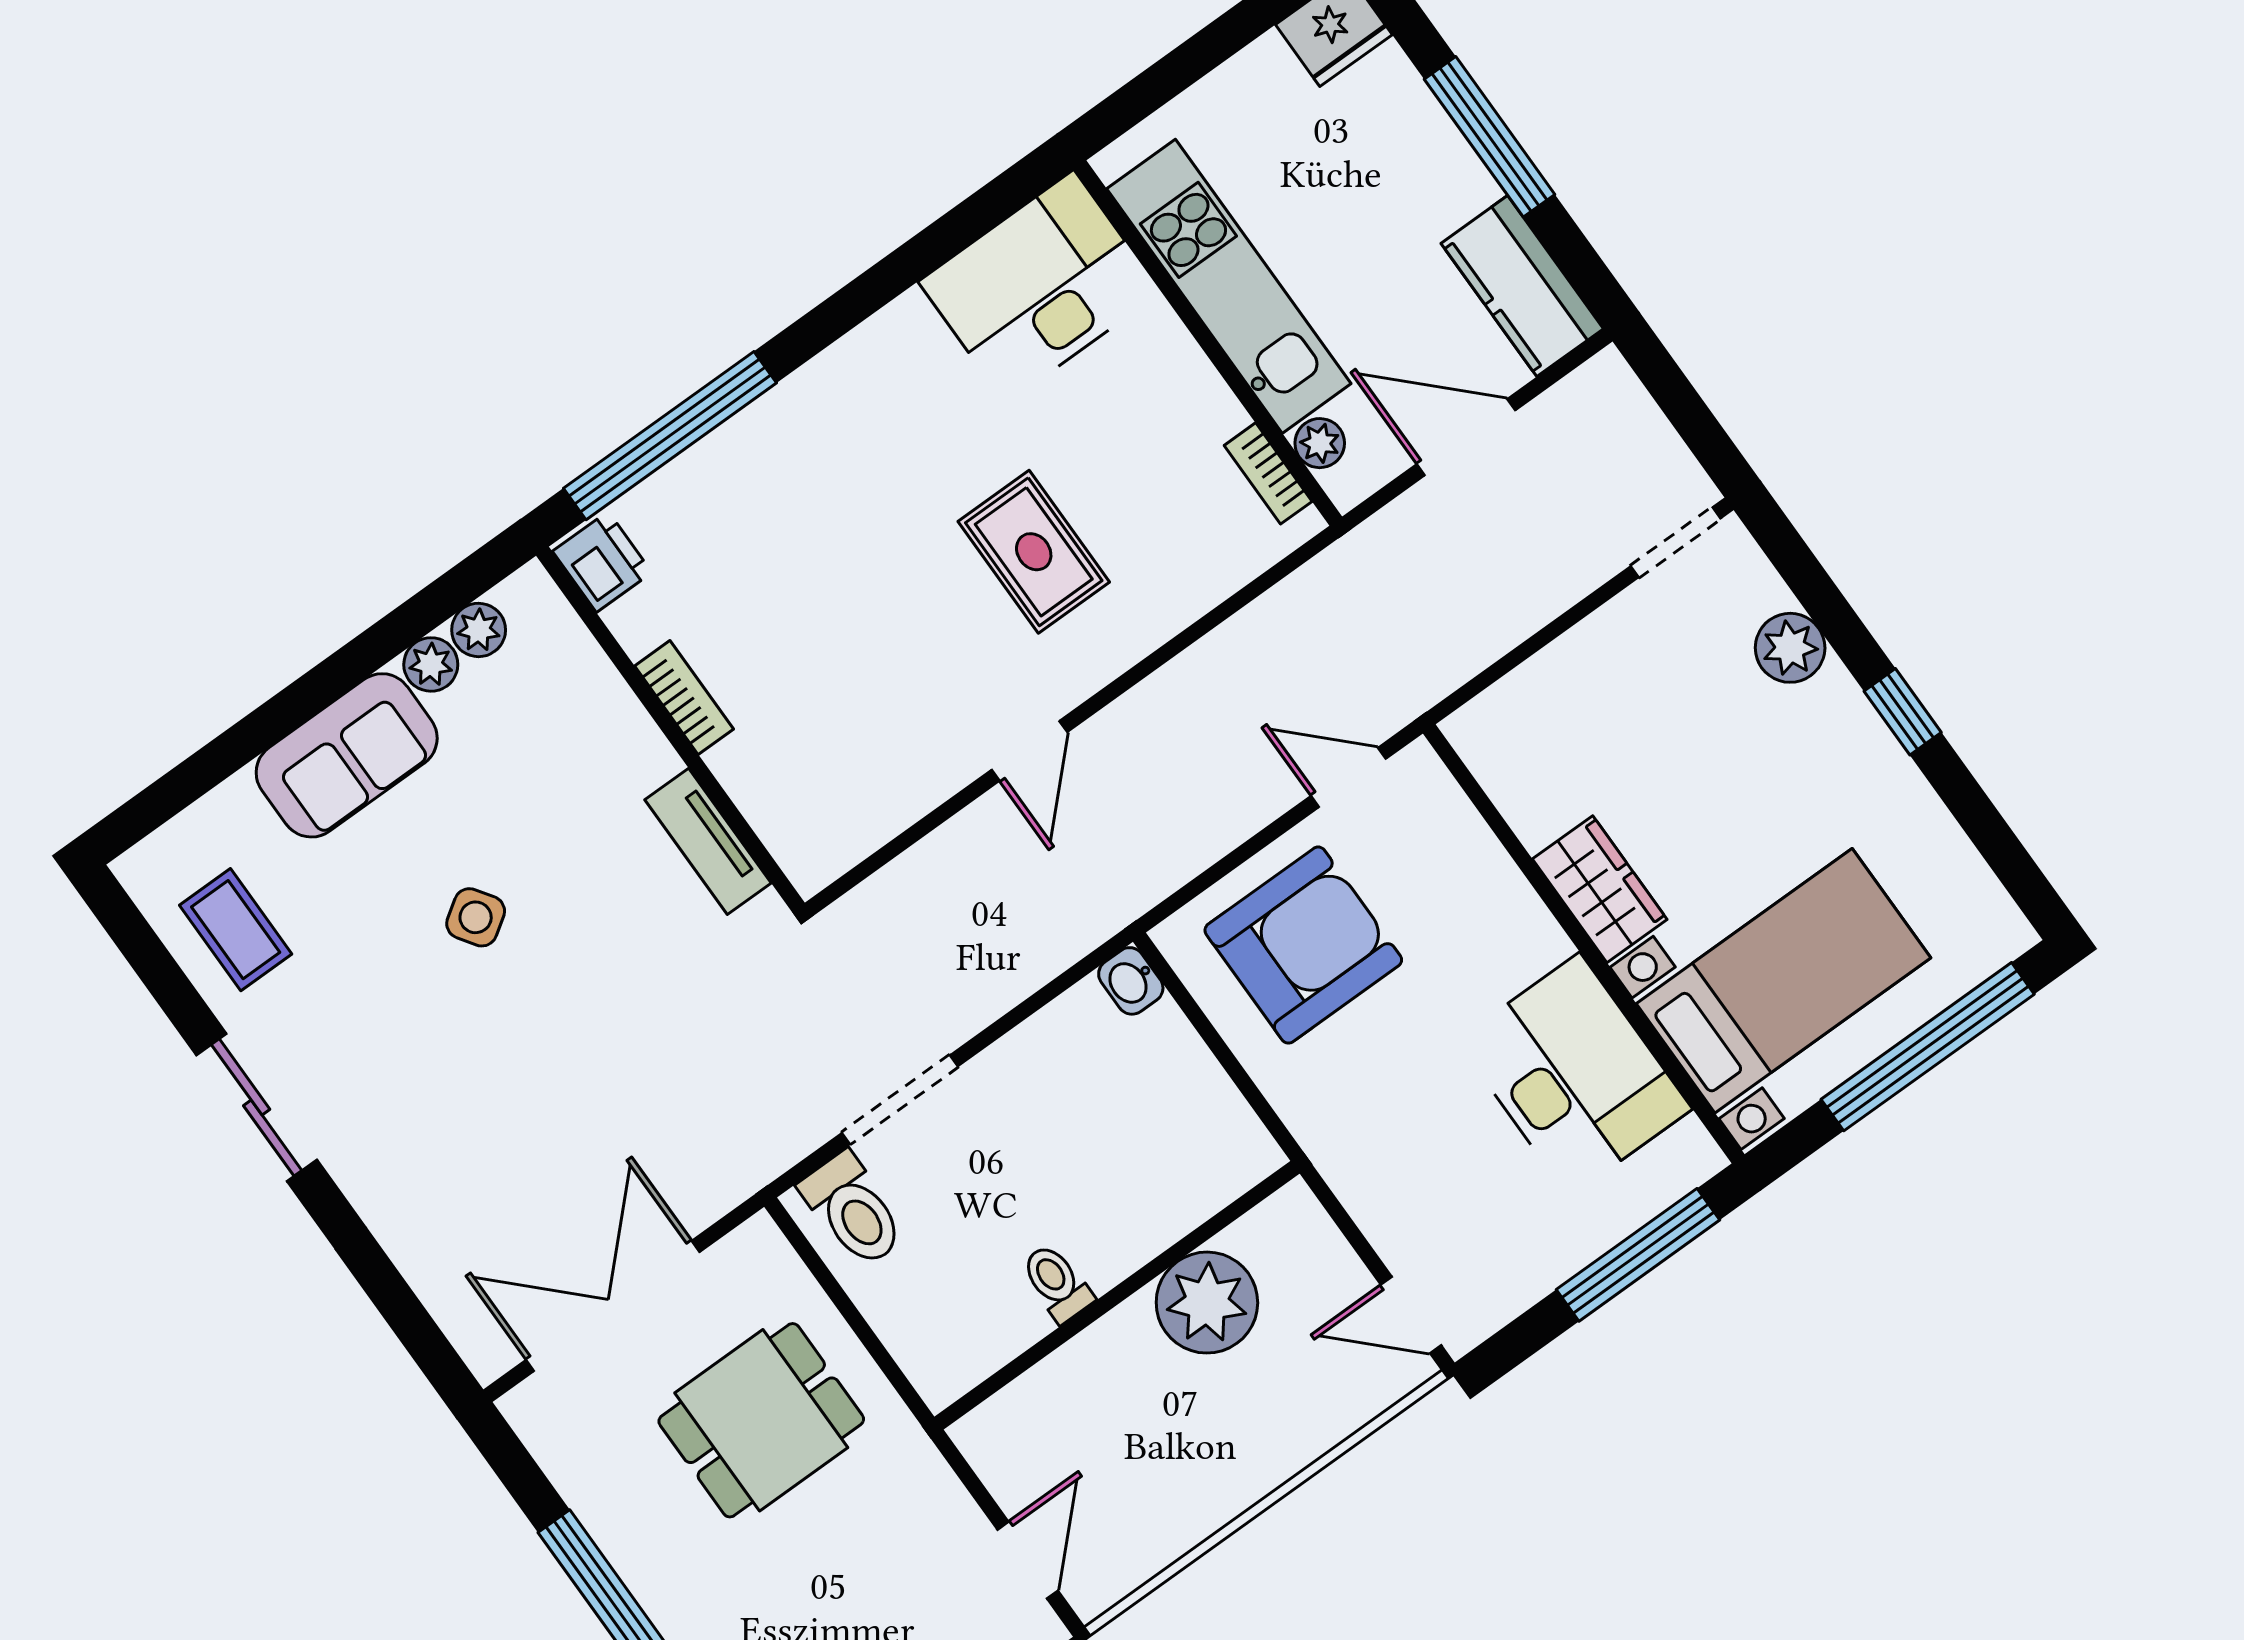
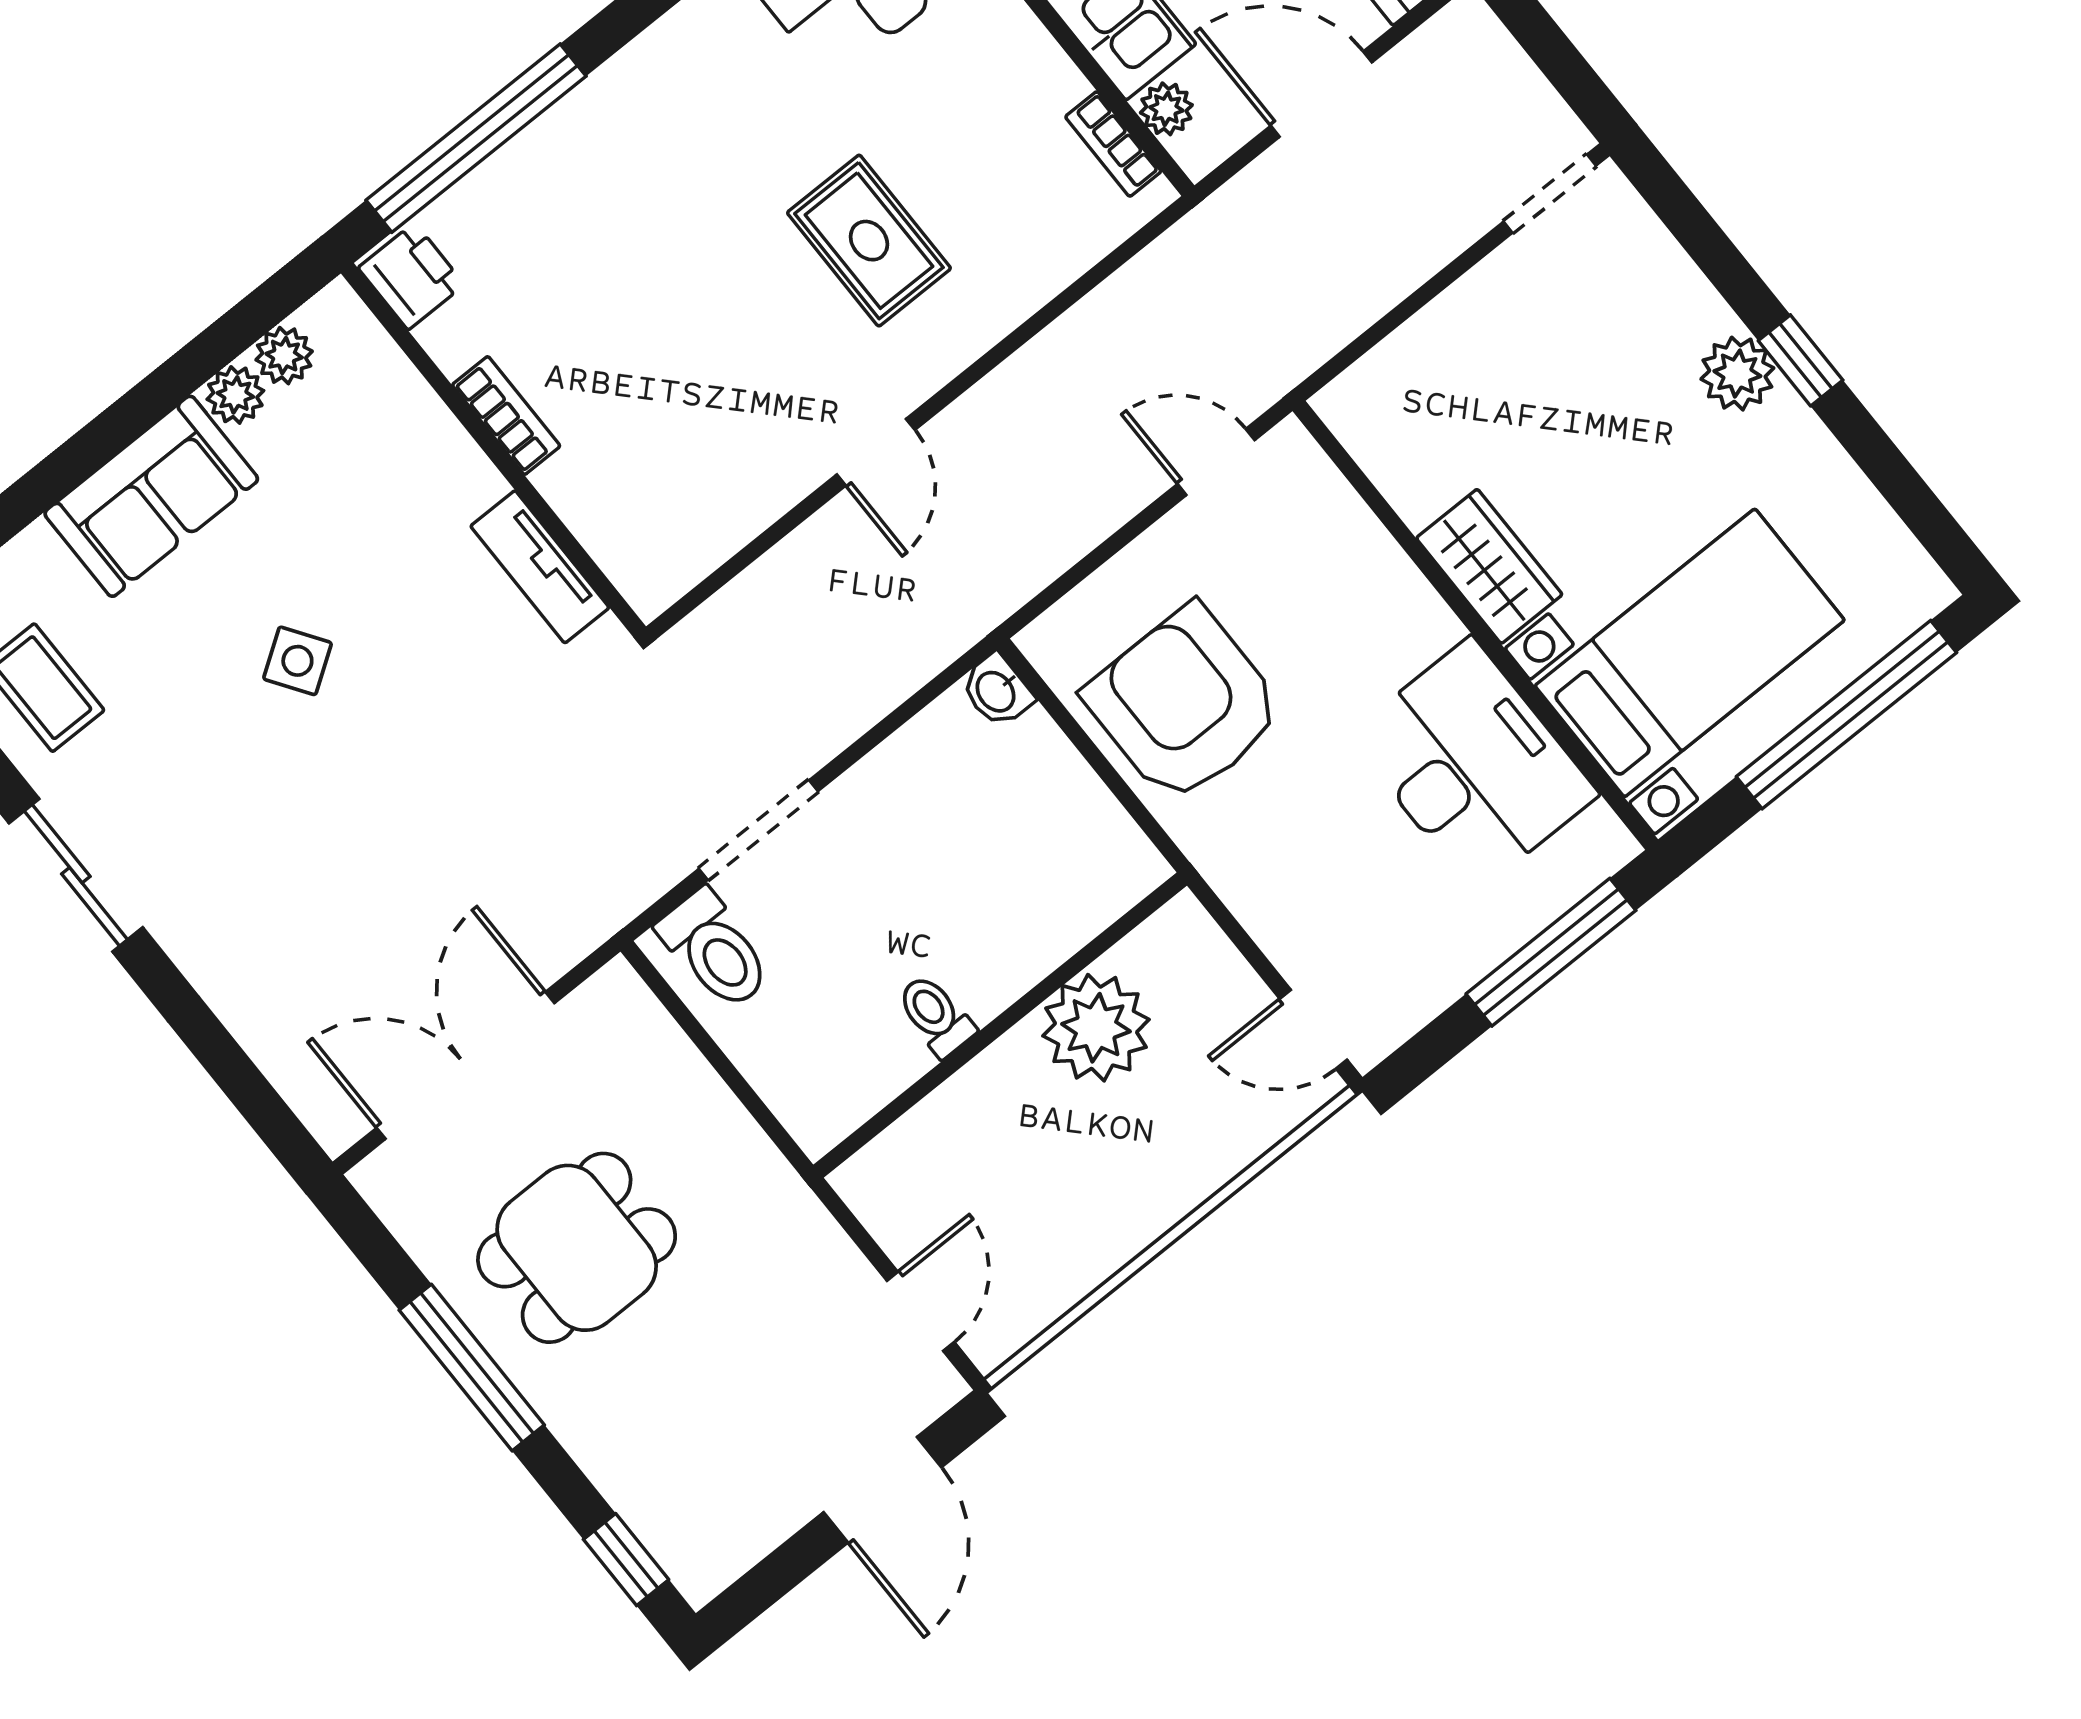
plant: (1790, 648) -> (1737, 374), moved
armchair: (1303, 945) -> (1185, 704), moved, turned -90
dining table: (761, 1420) -> (577, 1248), moved

